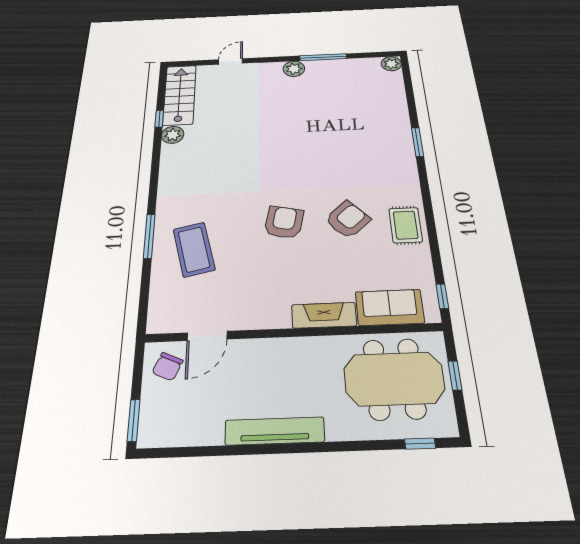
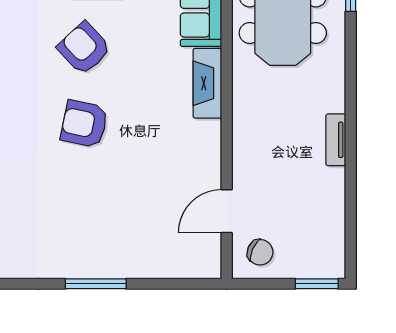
coffee table: (194, 249) -> (117, 230), removed
door: (207, 336) -> (227, 211), swing flipped
tv unit: (275, 431) -> (336, 140), width x0.52, depth x0.78

